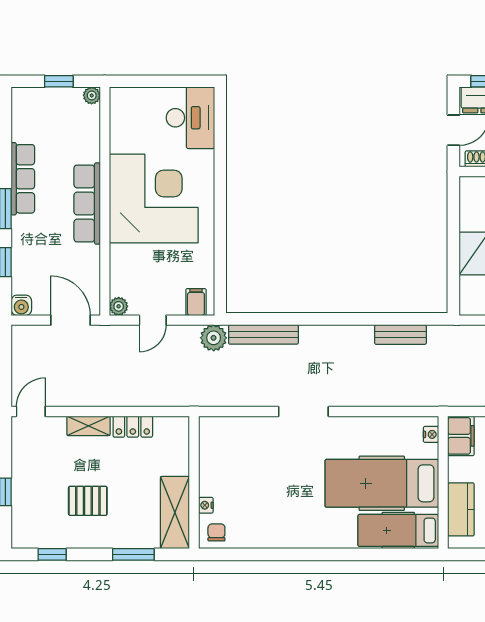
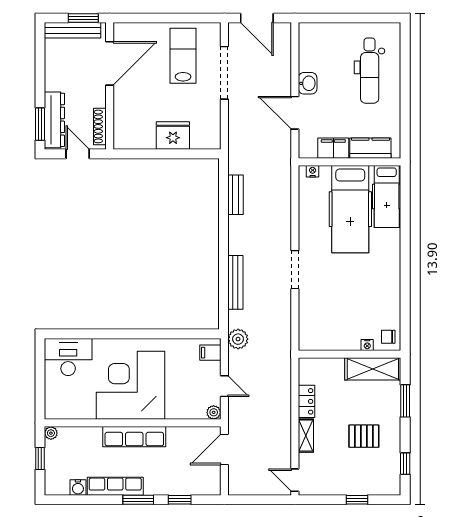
water cooler: (21, 305) -> (78, 487), moved, turned 90
bench: (263, 334) -> (235, 282), moved
filing cabinet: (461, 436) -> (333, 148), moved
pallet: (88, 501) -> (364, 436), turned 90

